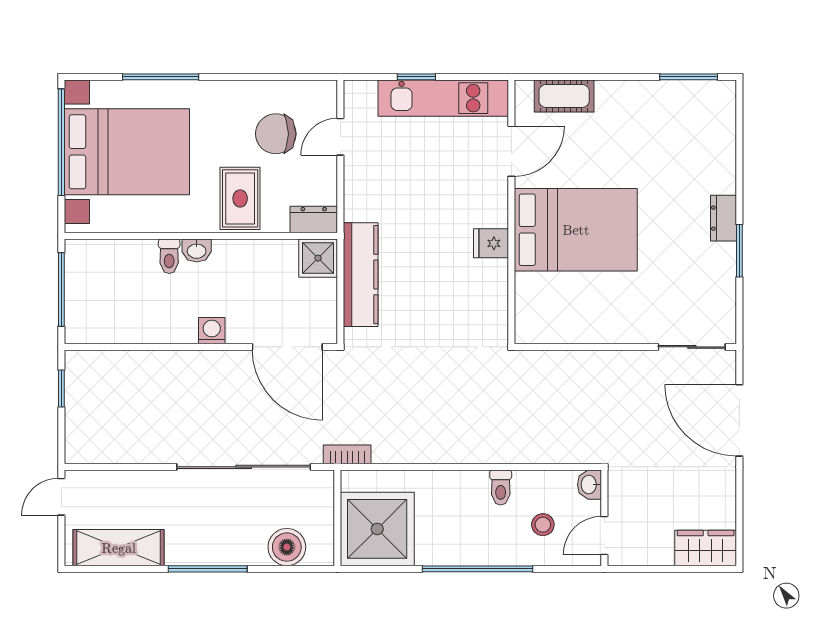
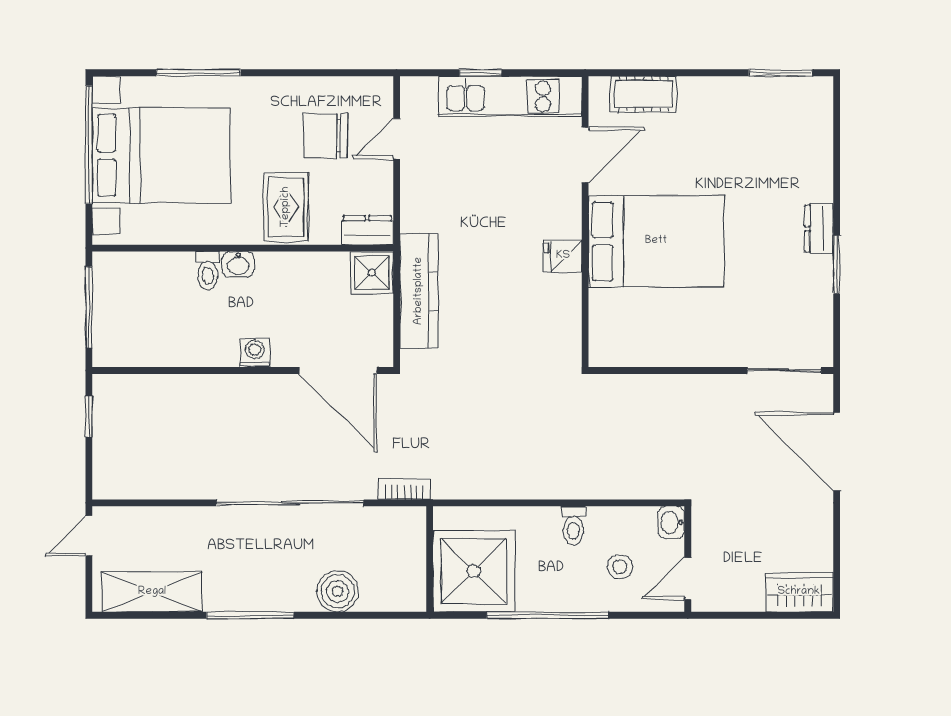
wall: (337, 518) -> (430, 559), moved
shower: (377, 529) -> (474, 571), moved

